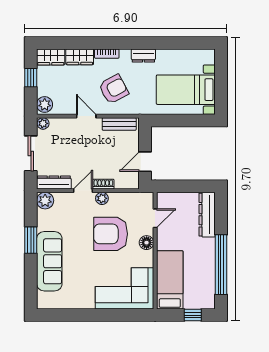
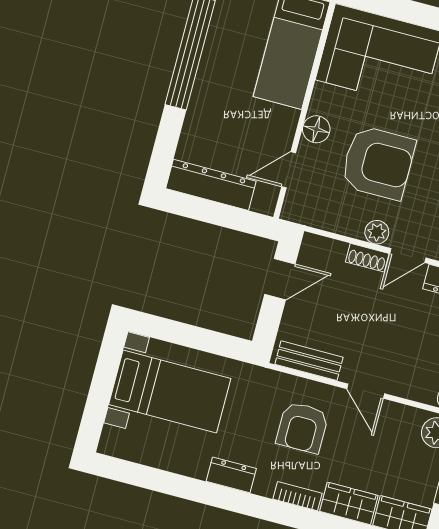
armchair: (114, 89) -> (302, 427), turned -62
dresser: (207, 215) -> (211, 185), moved, turned -90

